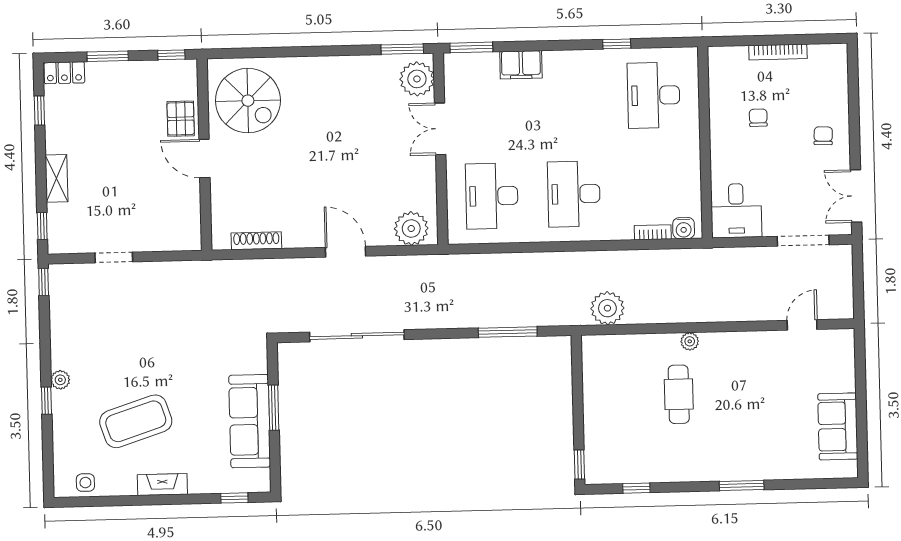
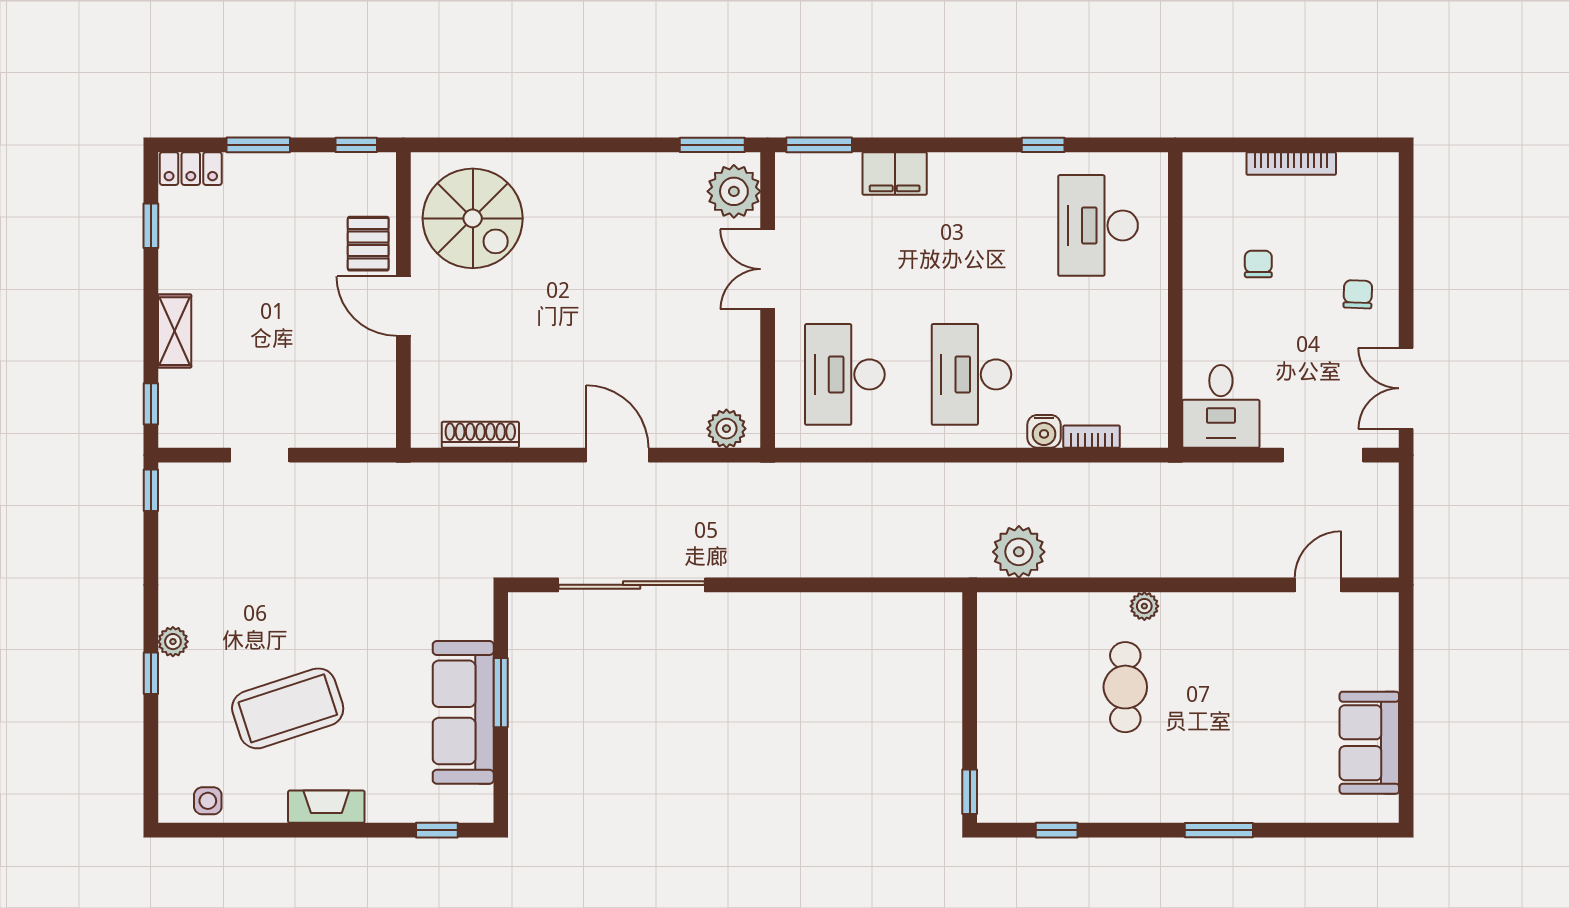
plant: (411, 228) -> (726, 429), width x0.73, depth x0.73
water cooler: (684, 228) -> (1044, 431), moved
window: (508, 332) -> (864, 585), removed

